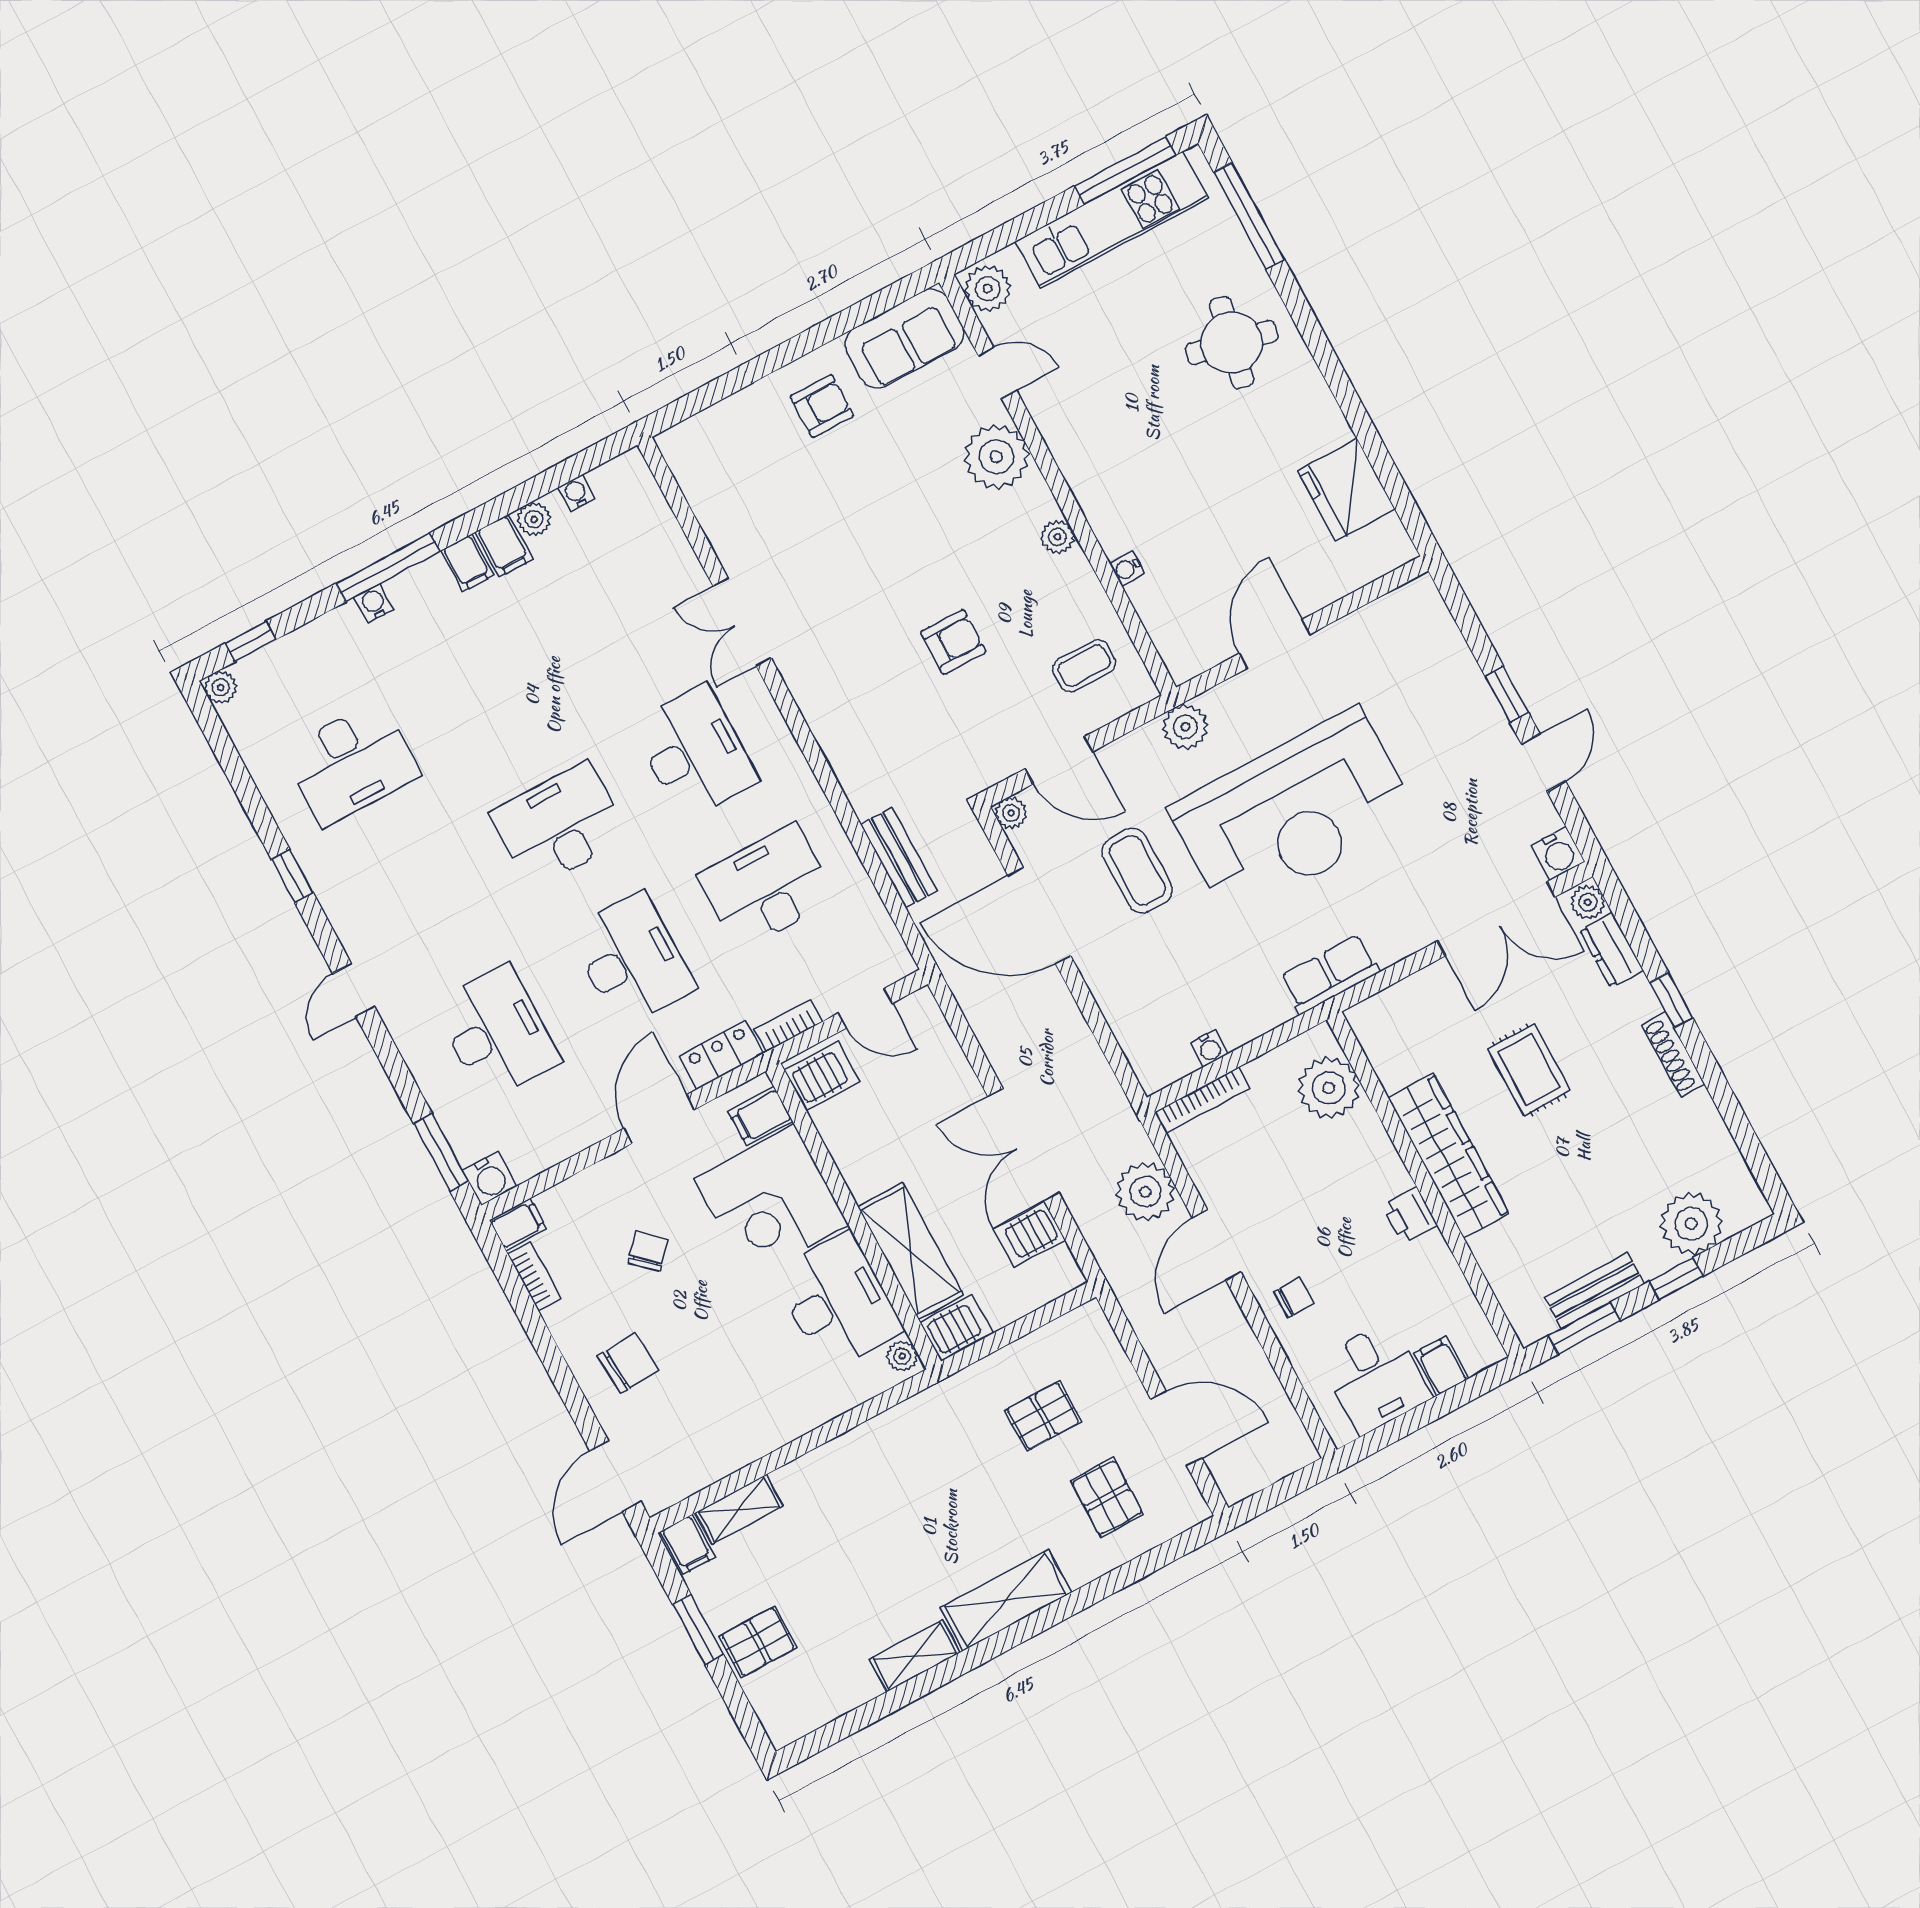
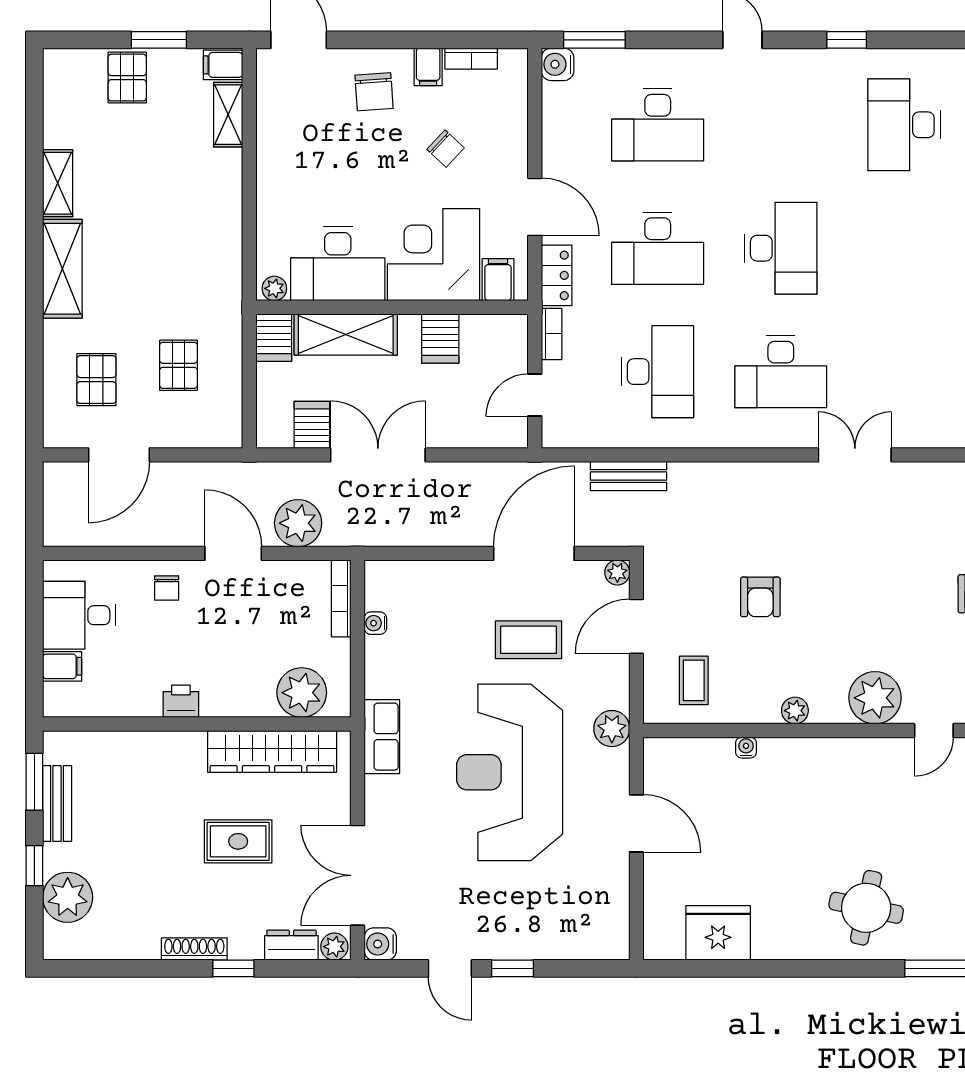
server rack: (822, 1076) -> (440, 338), moved
wardrobe: (1449, 1156) -> (272, 751), moved
filing cabinet: (518, 1224) -> (428, 67), moved
pallet: (1107, 1497) -> (96, 380), turned 90

